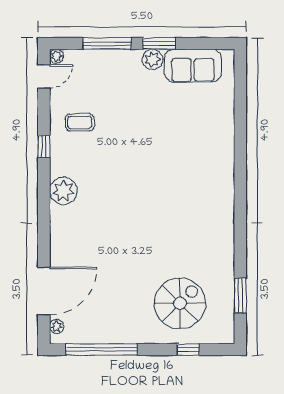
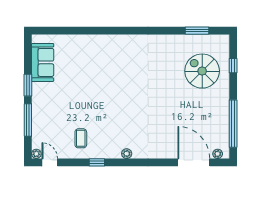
plant: (153, 59) -> (39, 89), removed
plant: (63, 191) -> (127, 154), width x0.53, depth x0.53

